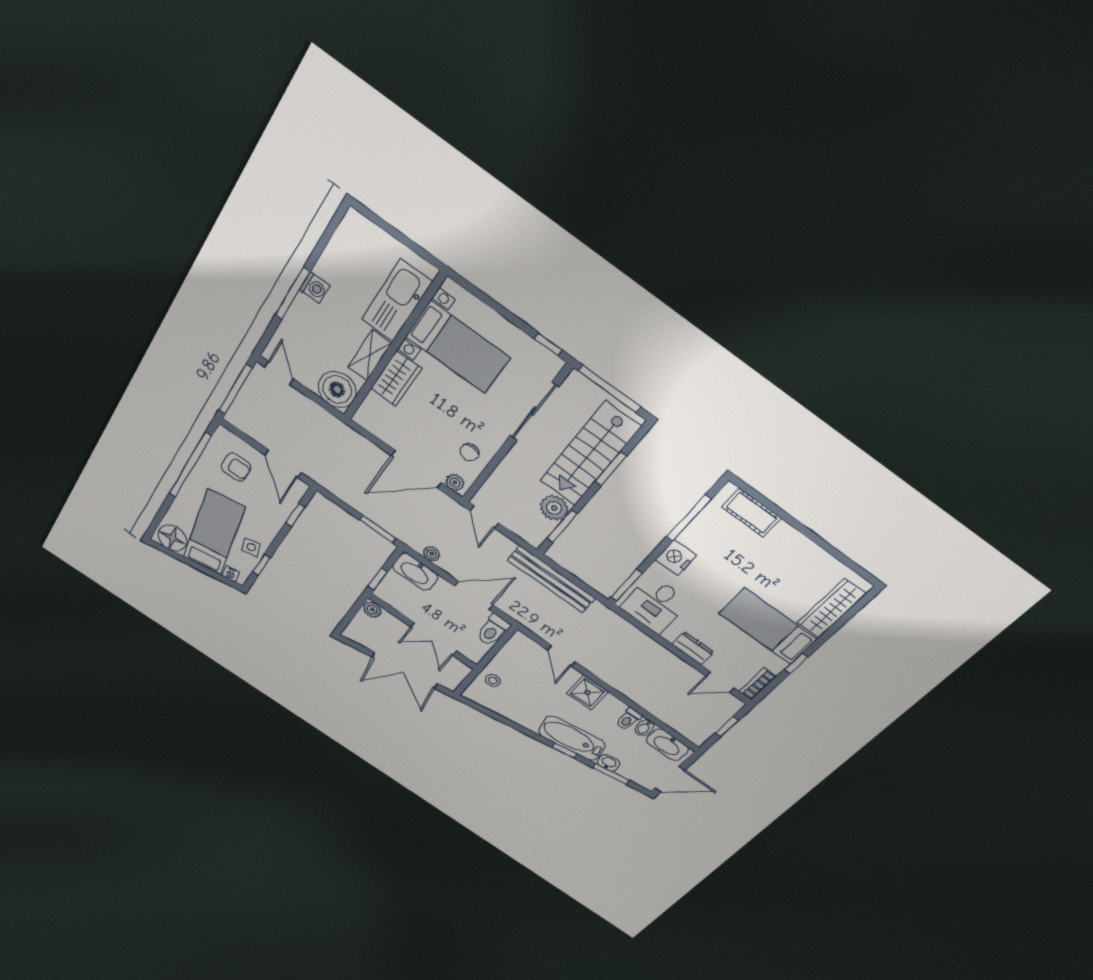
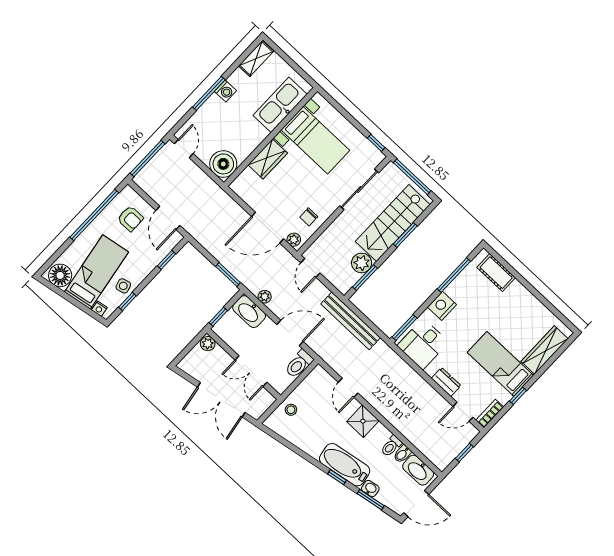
shelving: (369, 355) -> (256, 59), moved

